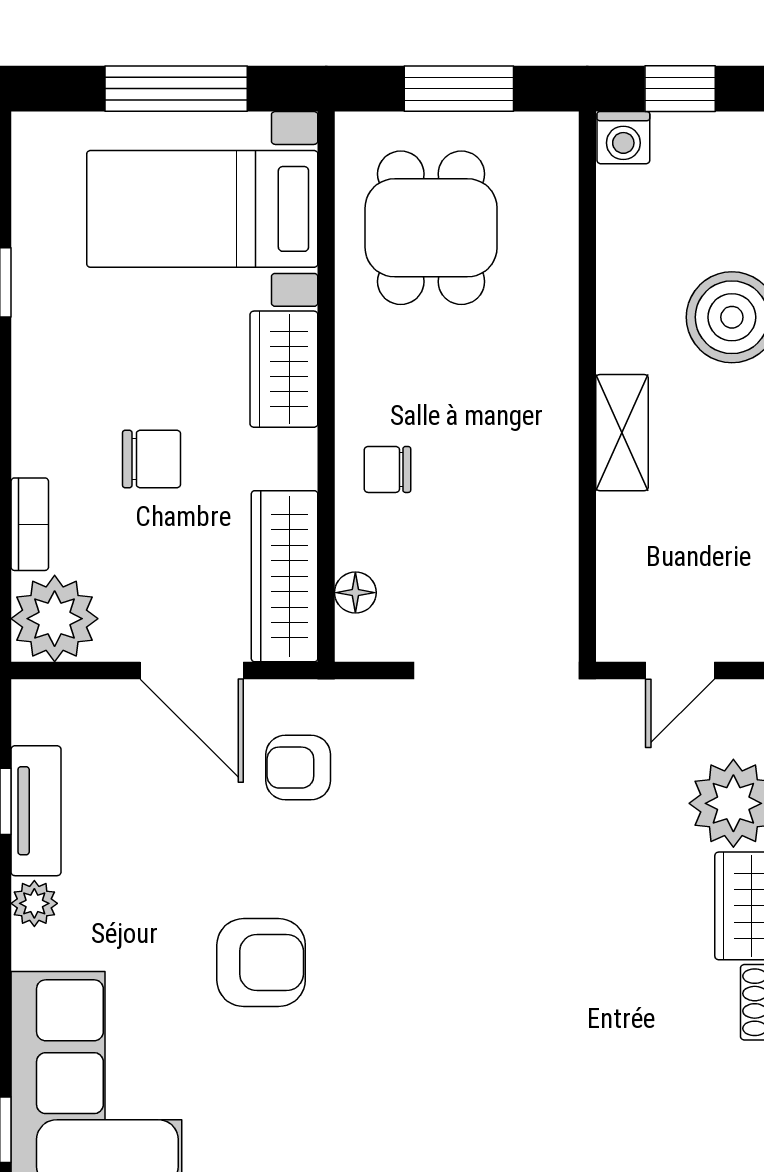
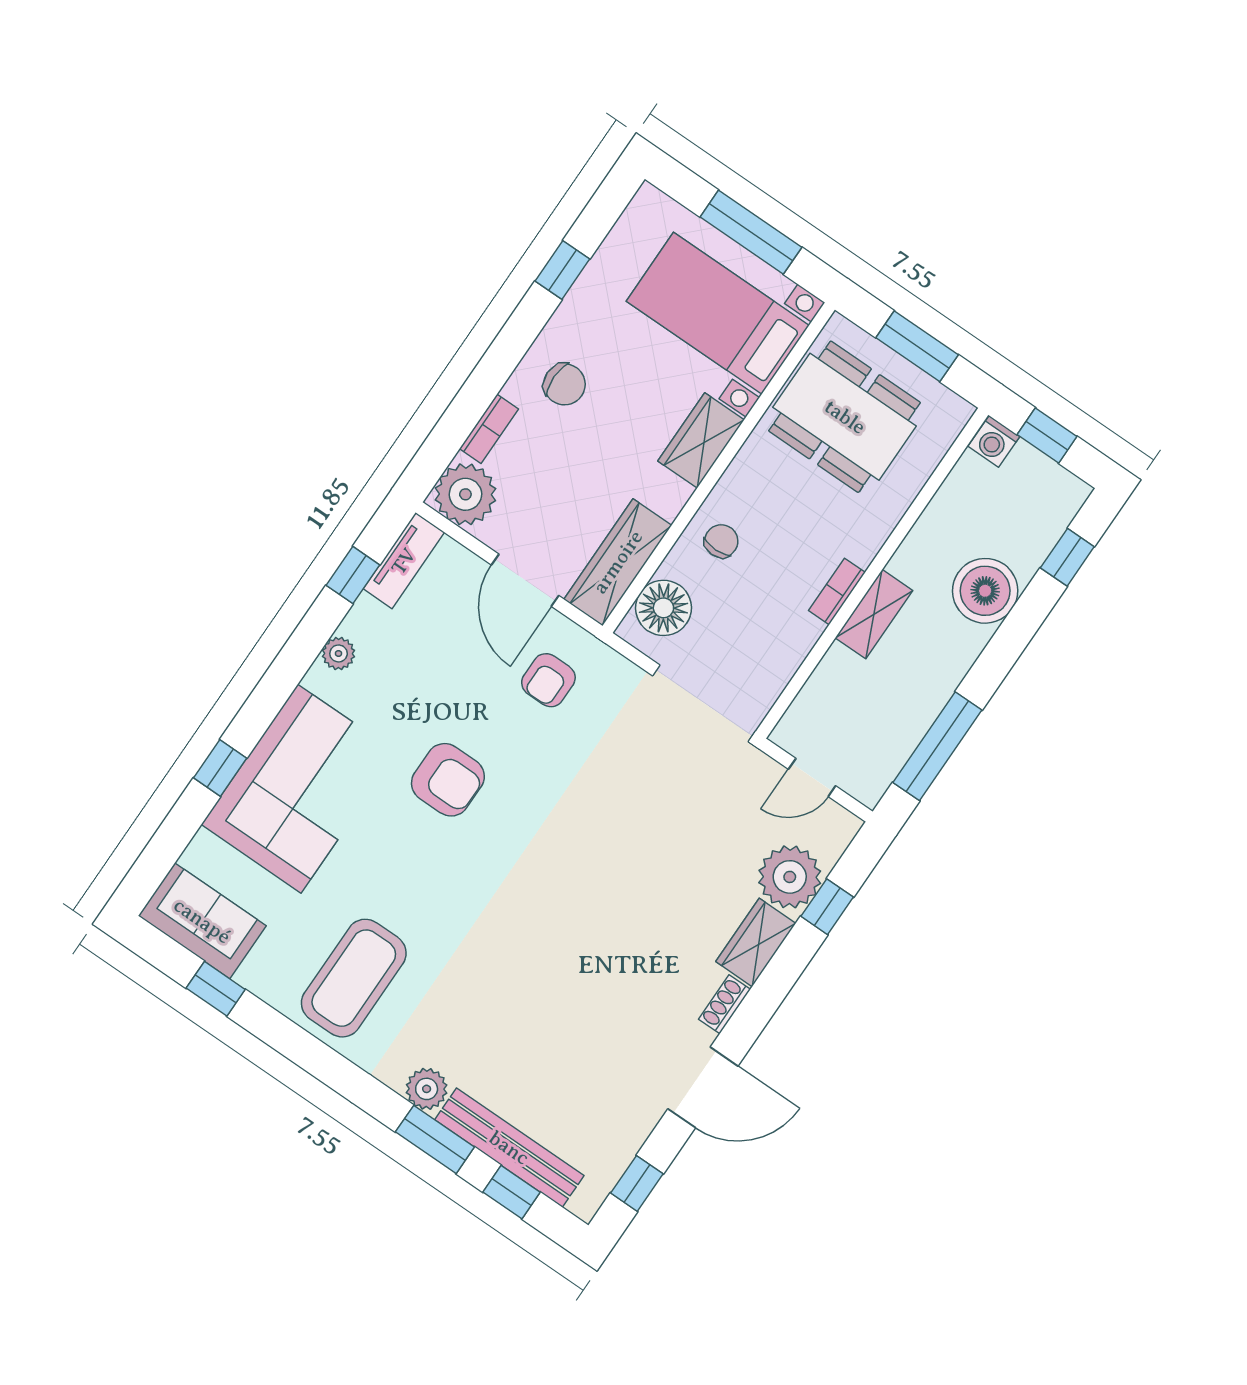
dining table: (431, 228) -> (845, 417), width x1.38
bookcase: (561, 436) -> (837, 591), added
chair: (152, 459) -> (564, 384), moved
chair: (387, 469) -> (721, 541), turned 90
floor lamp: (355, 593) -> (663, 608), width x1.89, depth x1.89
armchair: (298, 768) -> (548, 680), turned -90
tv unit: (36, 811) -> (404, 561), moved

